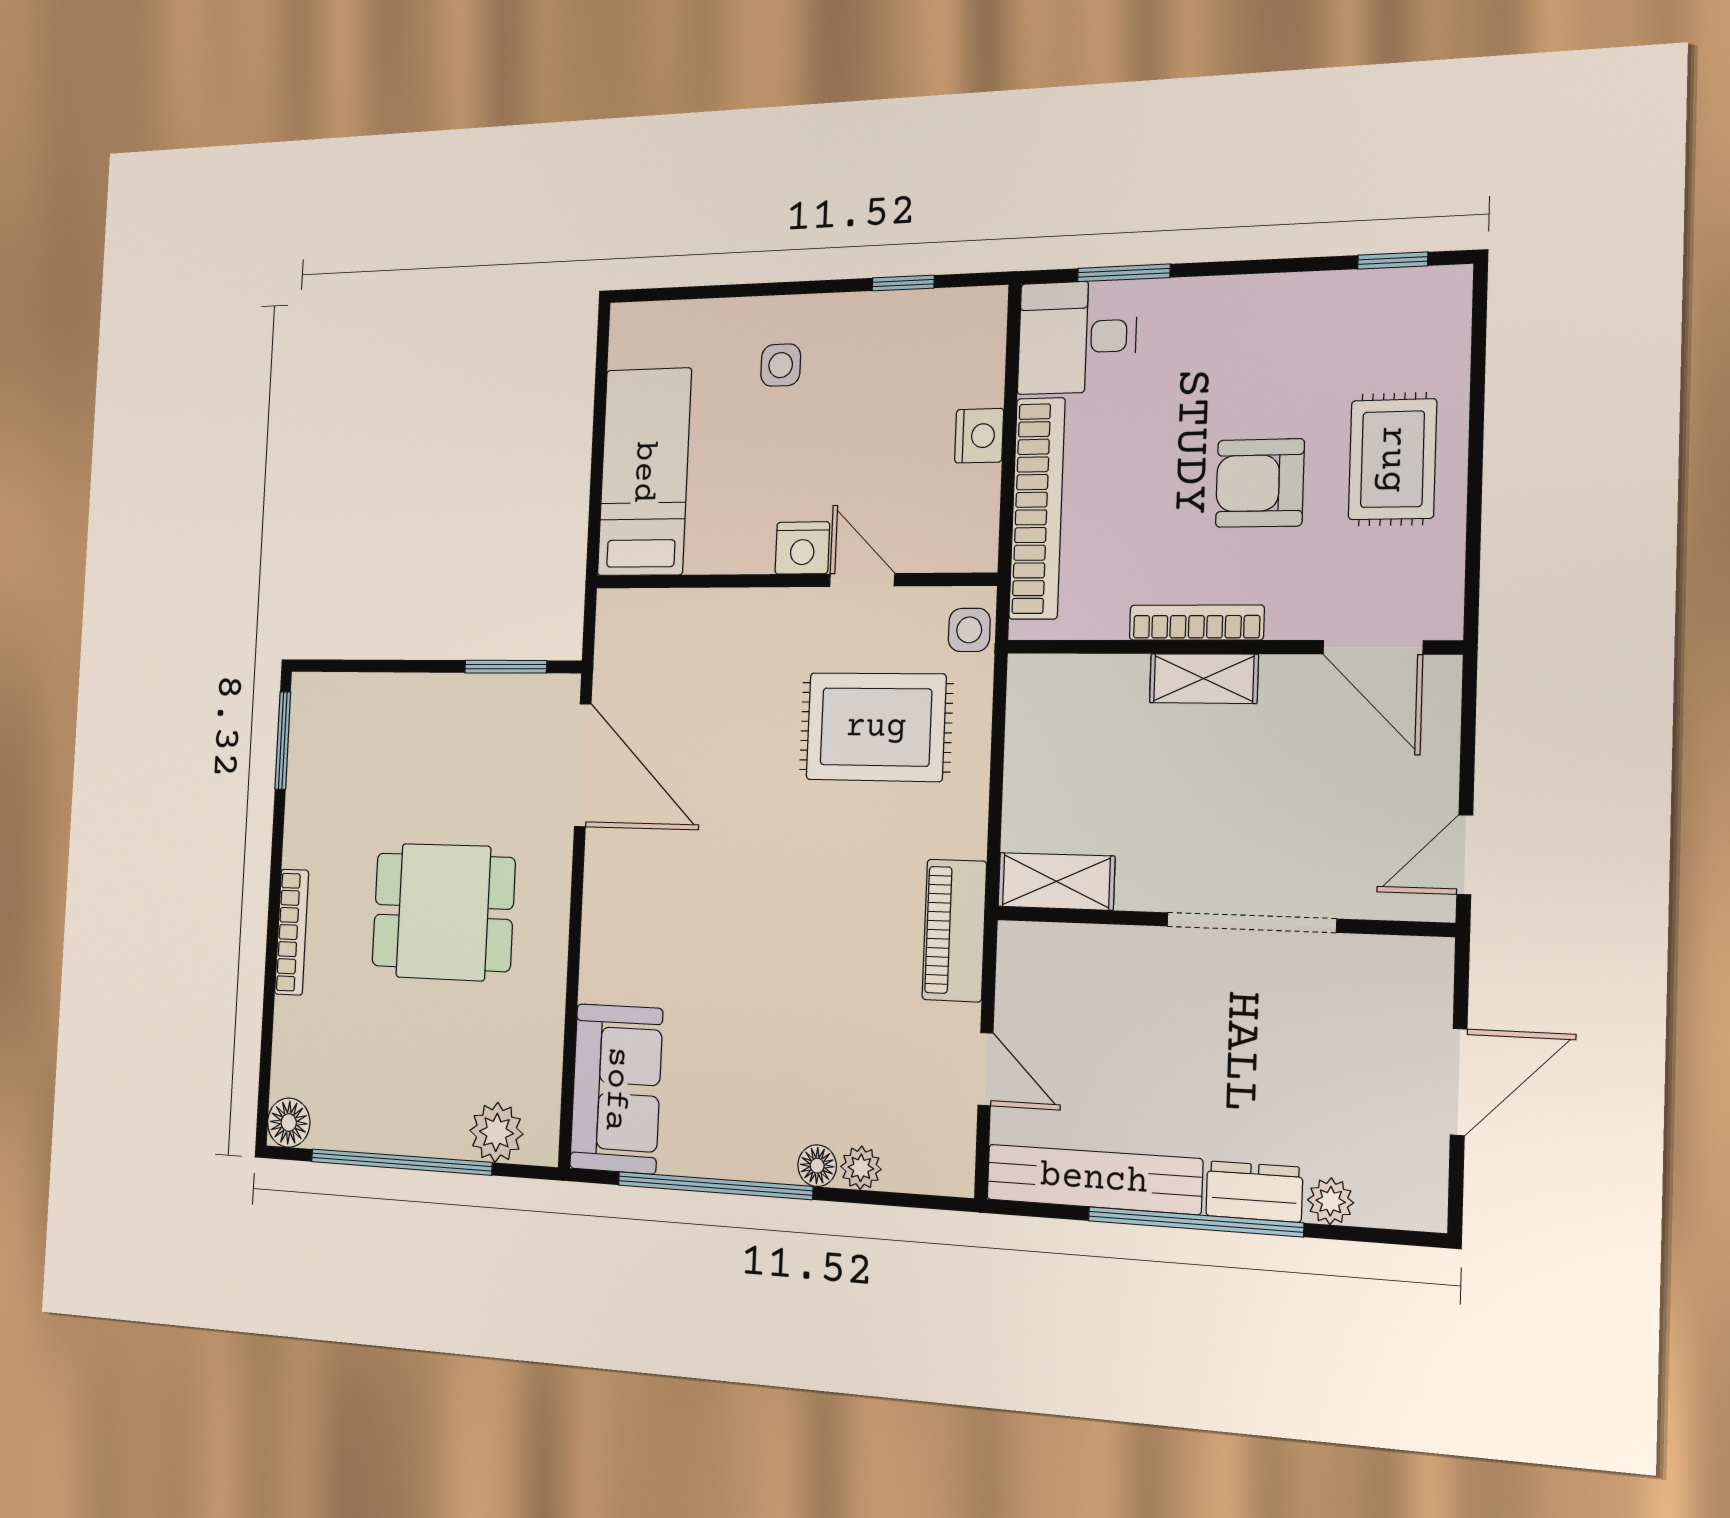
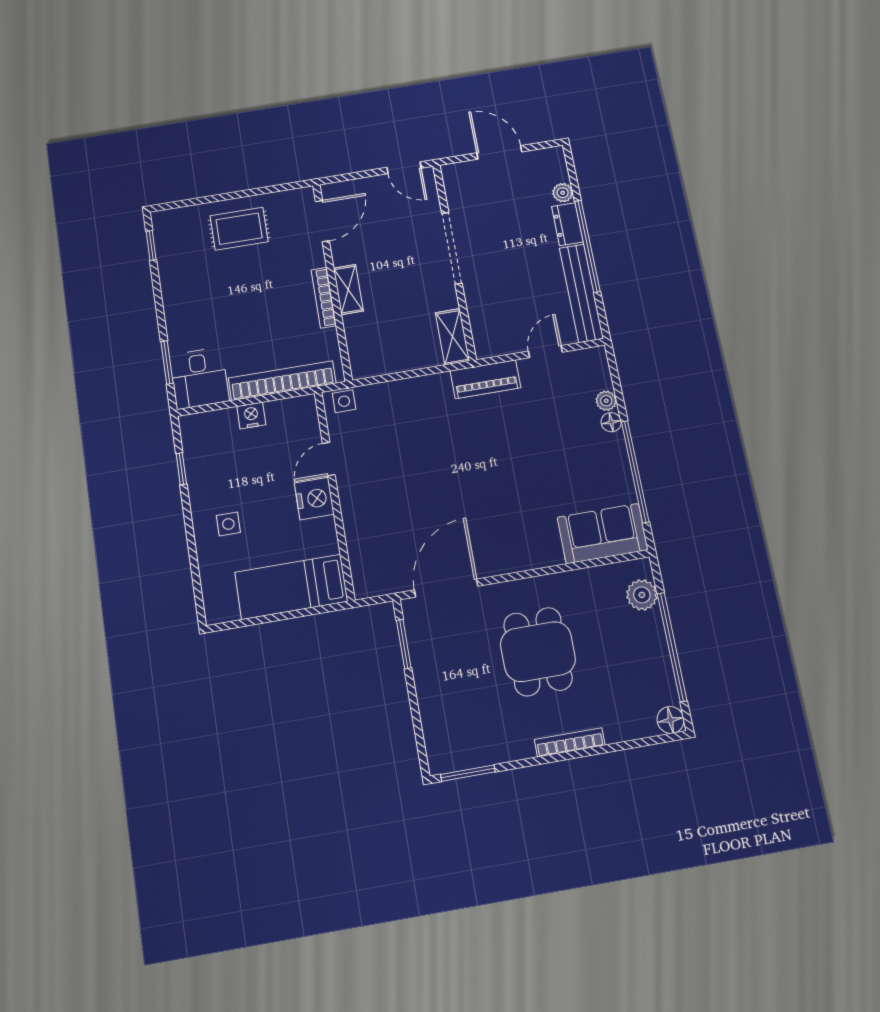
armchair: (1260, 483) -> (257, 282), removed
nightstand: (802, 548) -> (314, 499), width x1.36, depth x1.33
rug: (876, 727) -> (398, 437), removed

